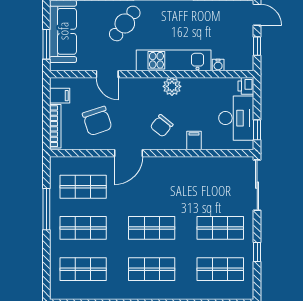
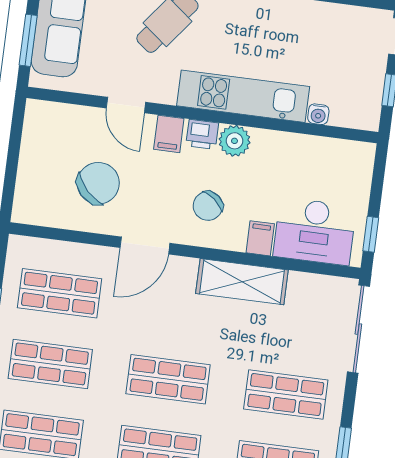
printer: (246, 86) -> (202, 134), moved, turned -90
filing cabinet: (60, 96) -> (169, 134), moved, turned 90
desk: (236, 118) -> (315, 231), moved, turned 90
chair: (97, 121) -> (98, 183), turned -116
bookcase: (55, 126) -> (25, 183), removed
shelving: (187, 167) -> (242, 282), added

